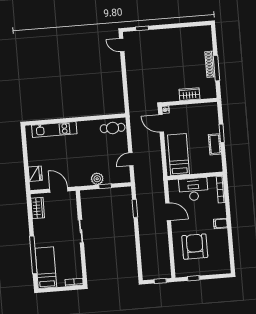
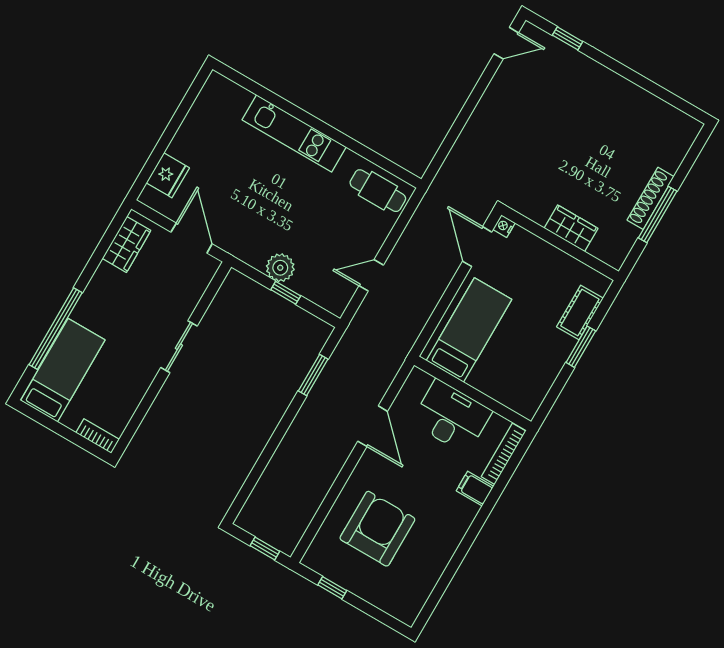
door: (122, 45) -> (506, 43), swing flipped
kitchen unit: (54, 129) -> (294, 133), moved
cot: (215, 144) -> (580, 312), moved
filing cabinet: (220, 223) -> (475, 489), moved

